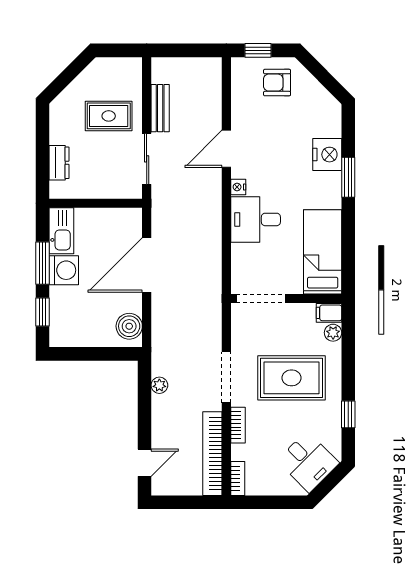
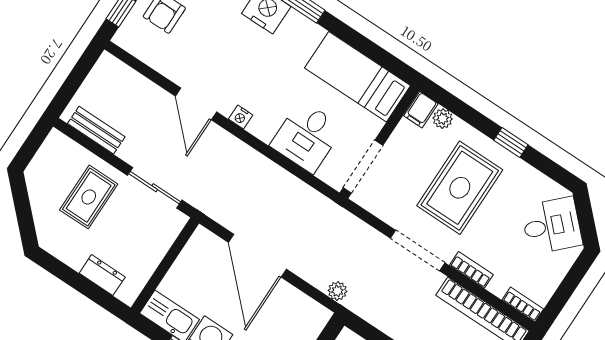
bench: (160, 108) -> (96, 130), moved
desk: (256, 219) -> (307, 137), moved
boiler: (129, 326) -> (306, 312), removed
plant: (159, 385) -> (337, 291), moved
window: (348, 414) -> (511, 142), moved

